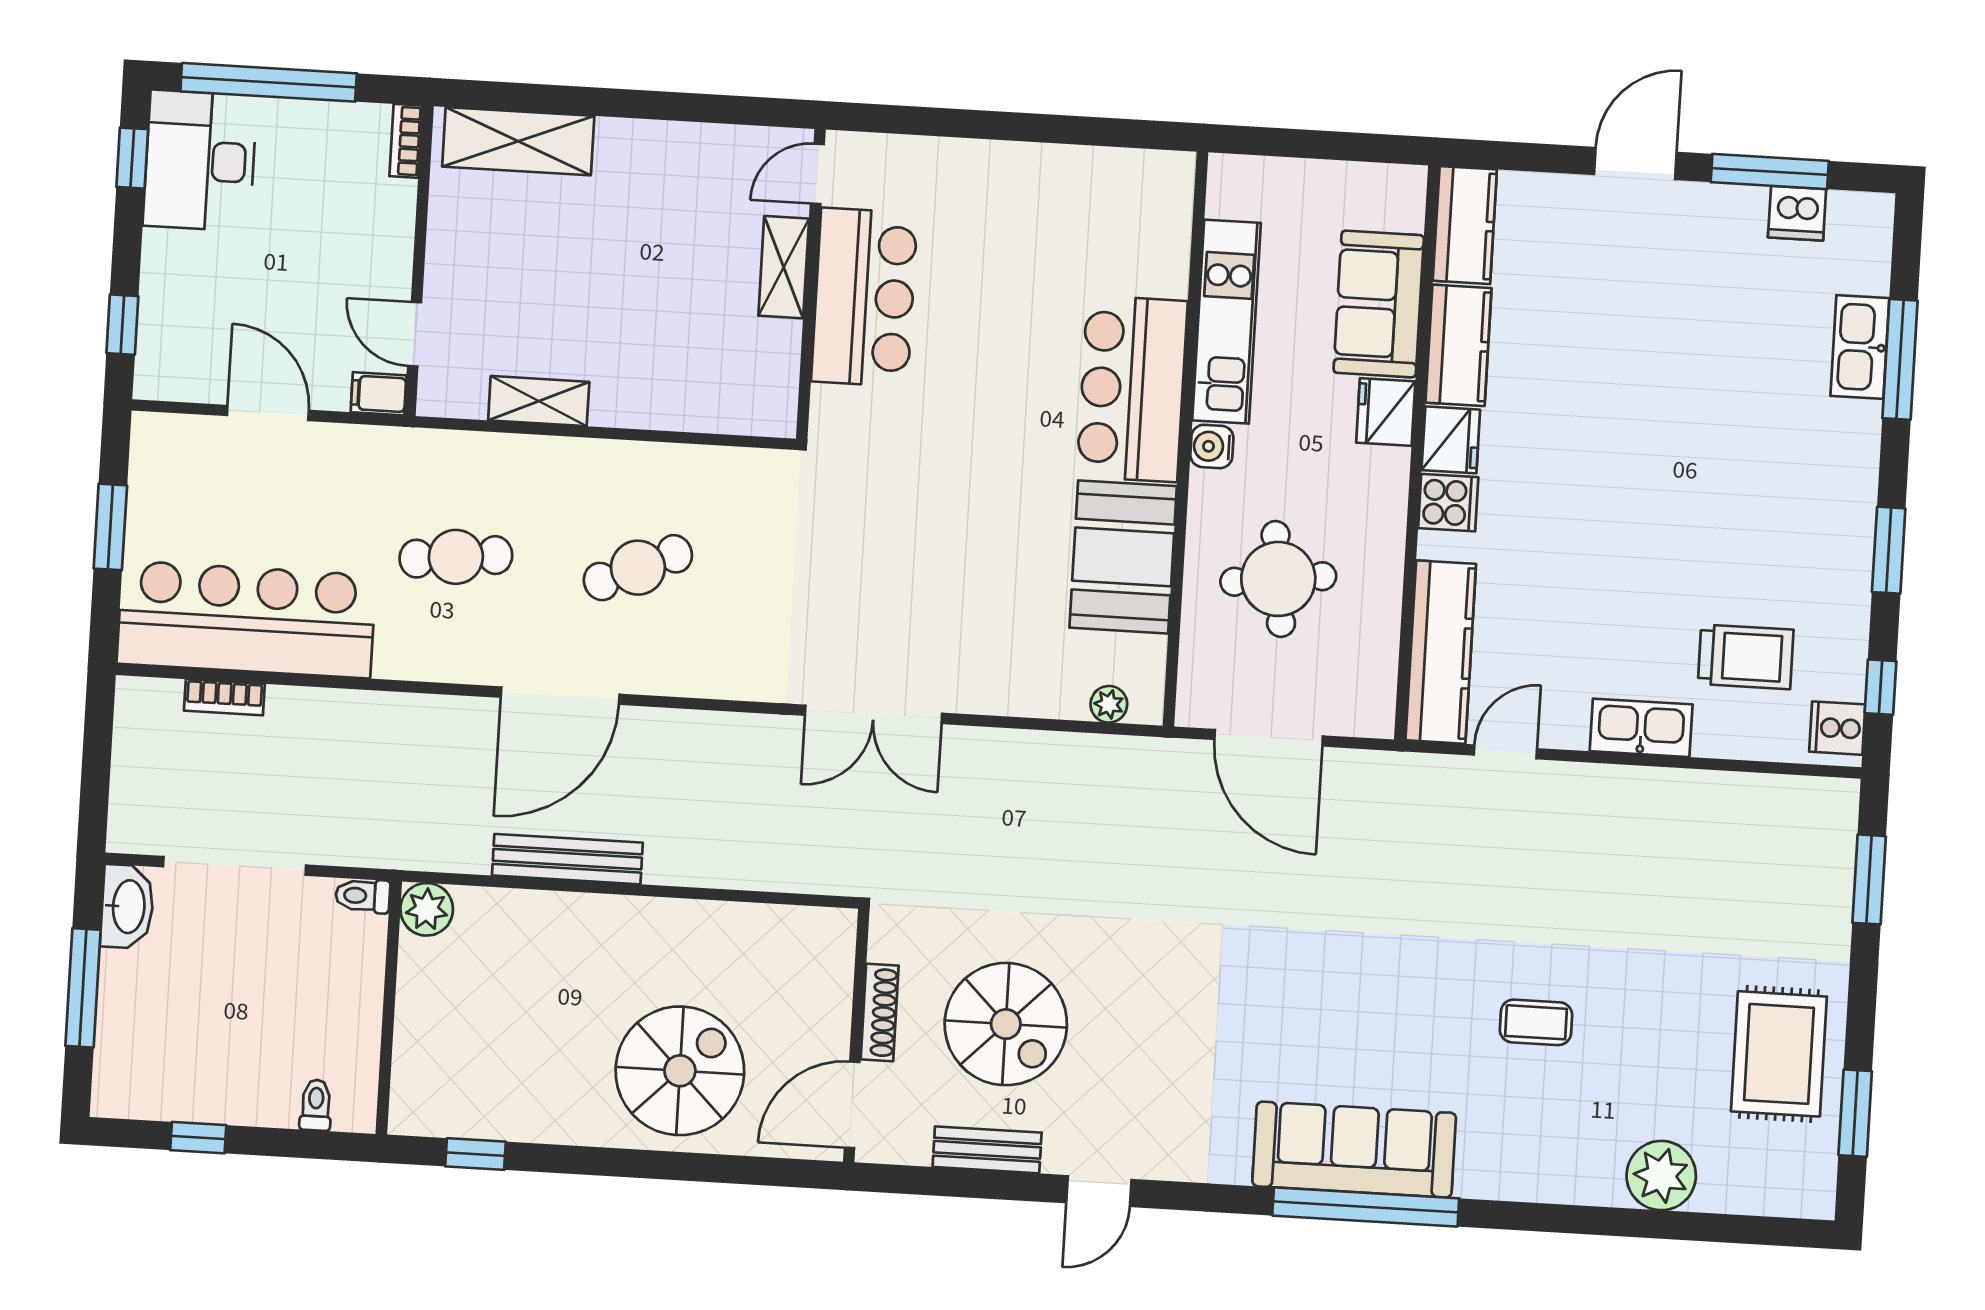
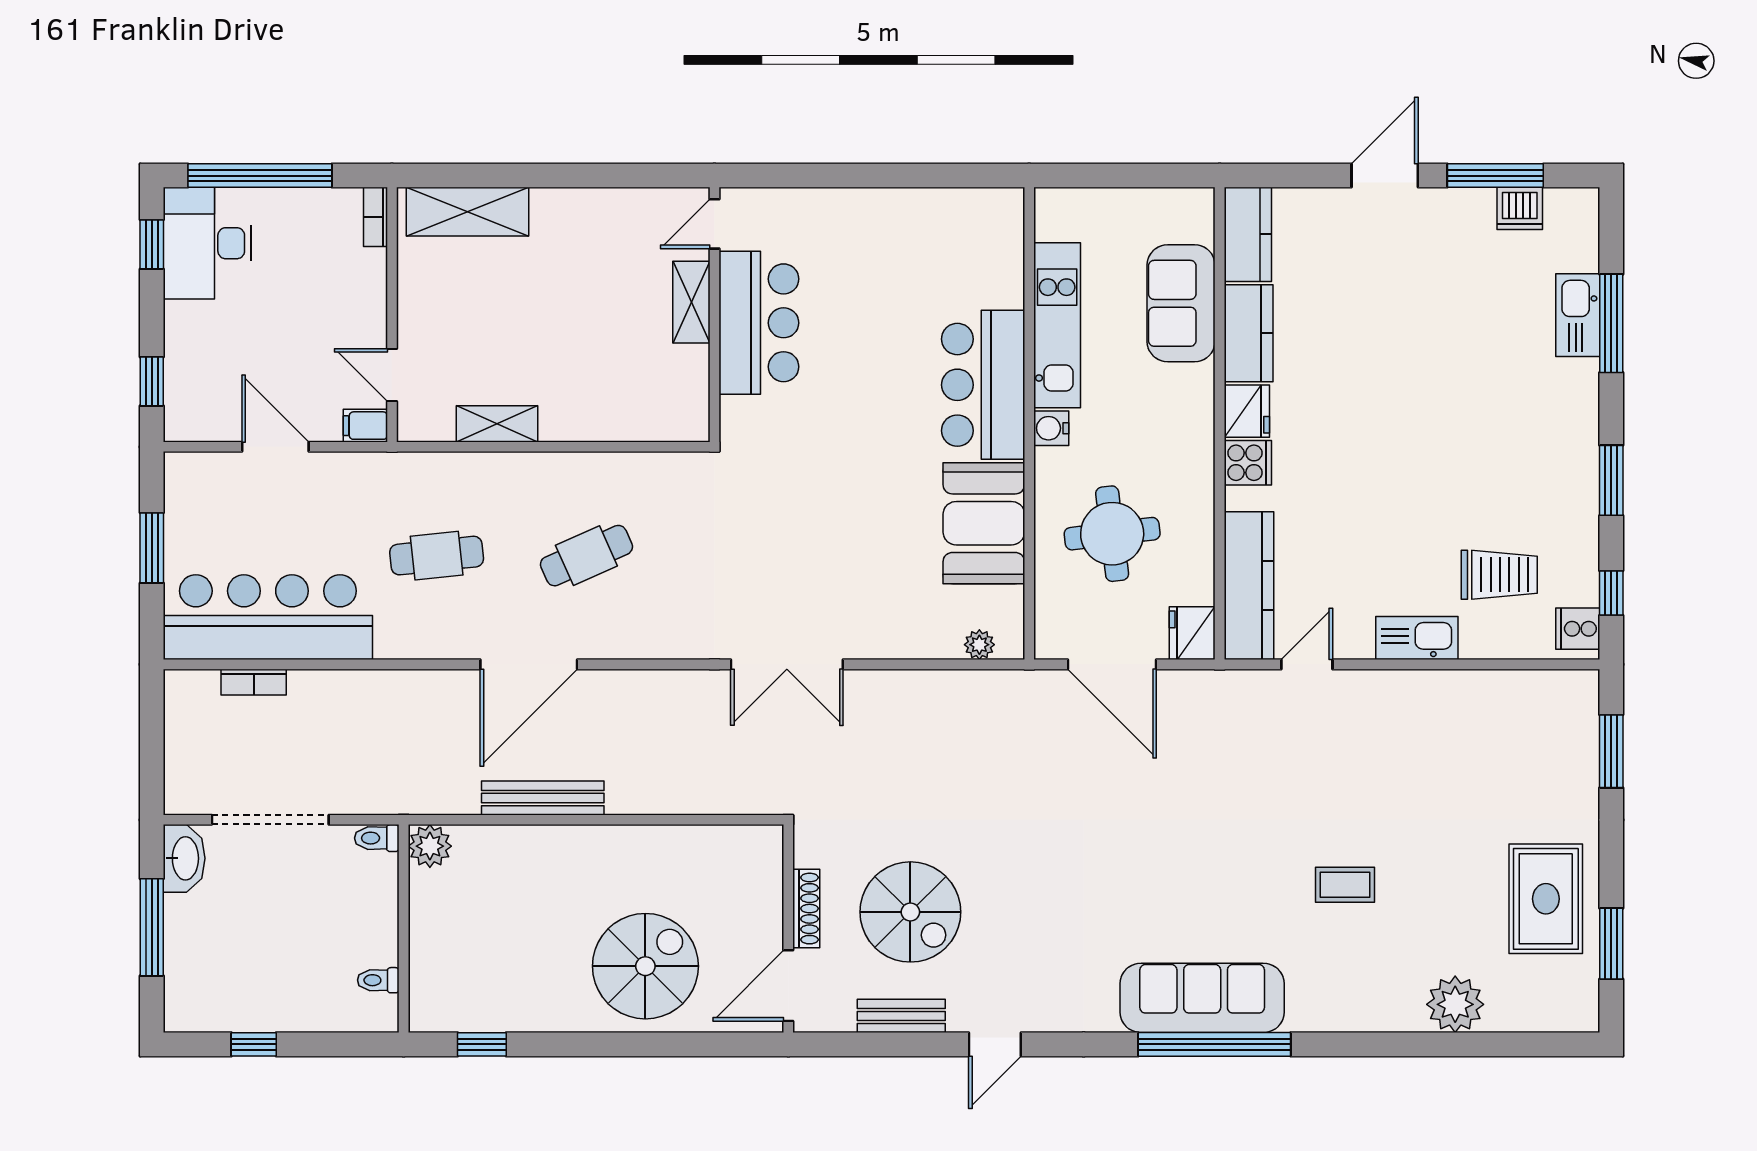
fridge: (1386, 412) -> (1192, 633), moved
toilet: (316, 1105) -> (378, 980), moved, turned -90

